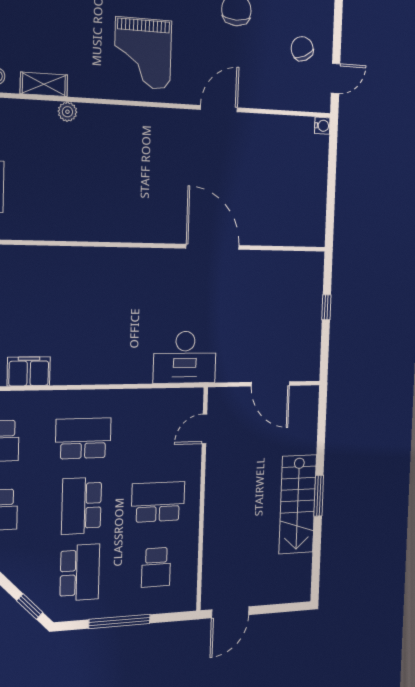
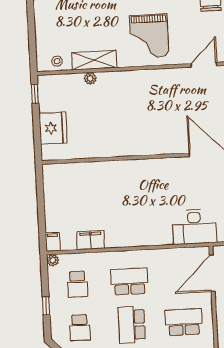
shelving: (44, 84) -> (94, 60), width x1.50, depth x1.33
plant: (67, 112) -> (90, 78), moved
door: (204, 429) -> (212, 273), width x1.88

